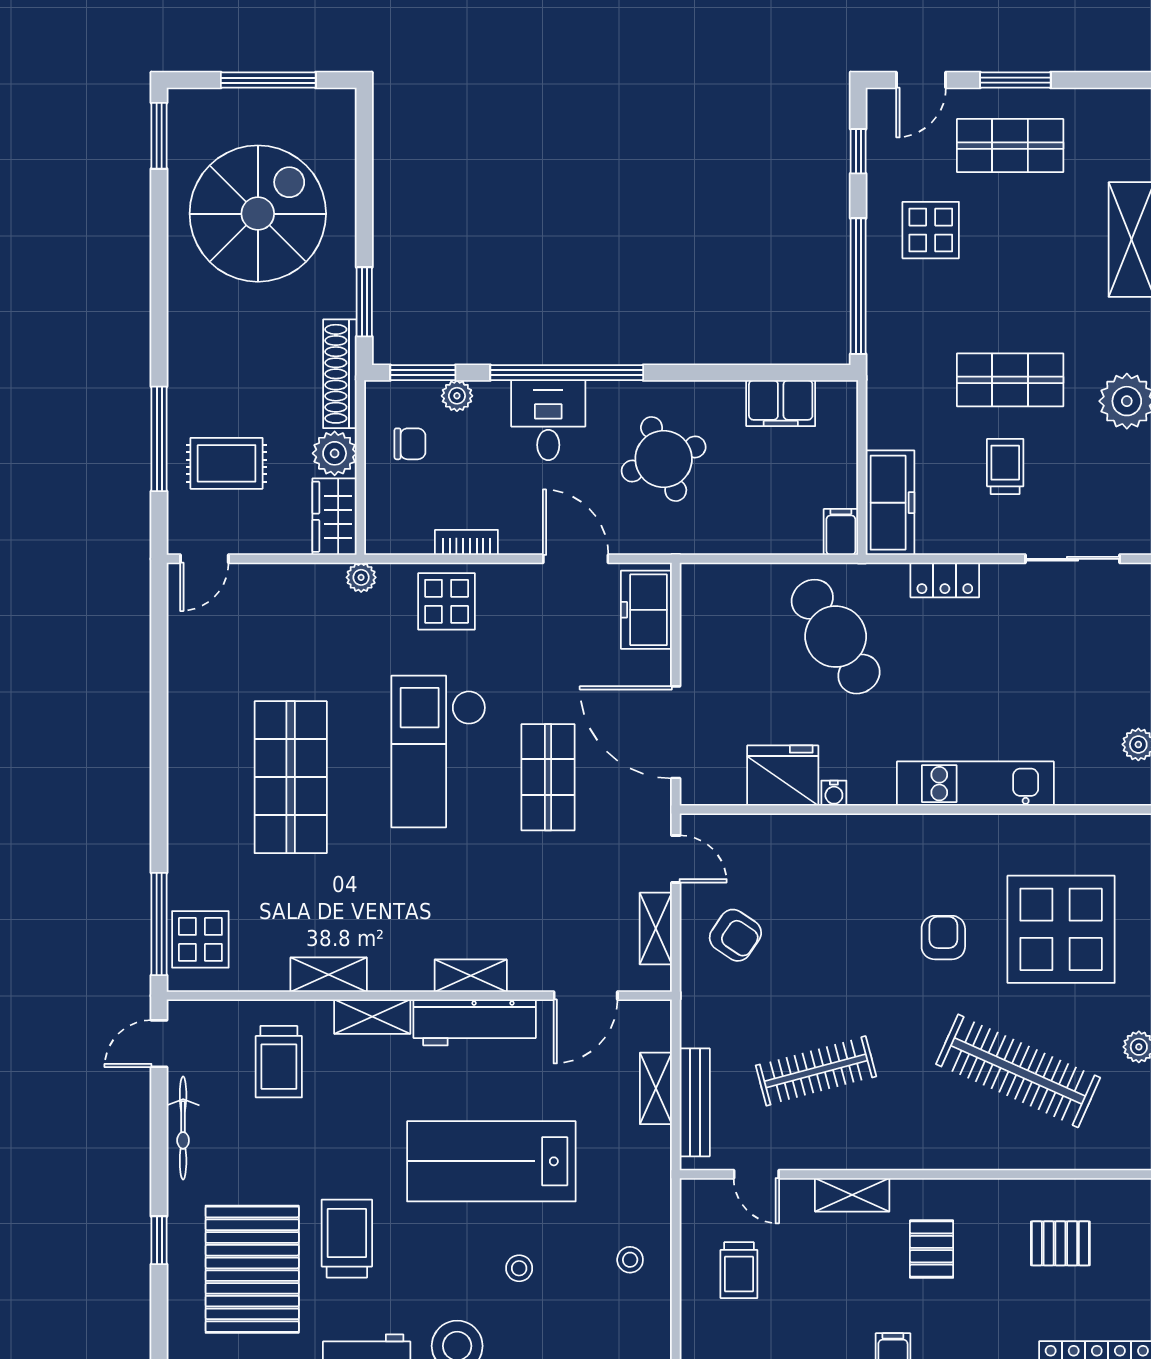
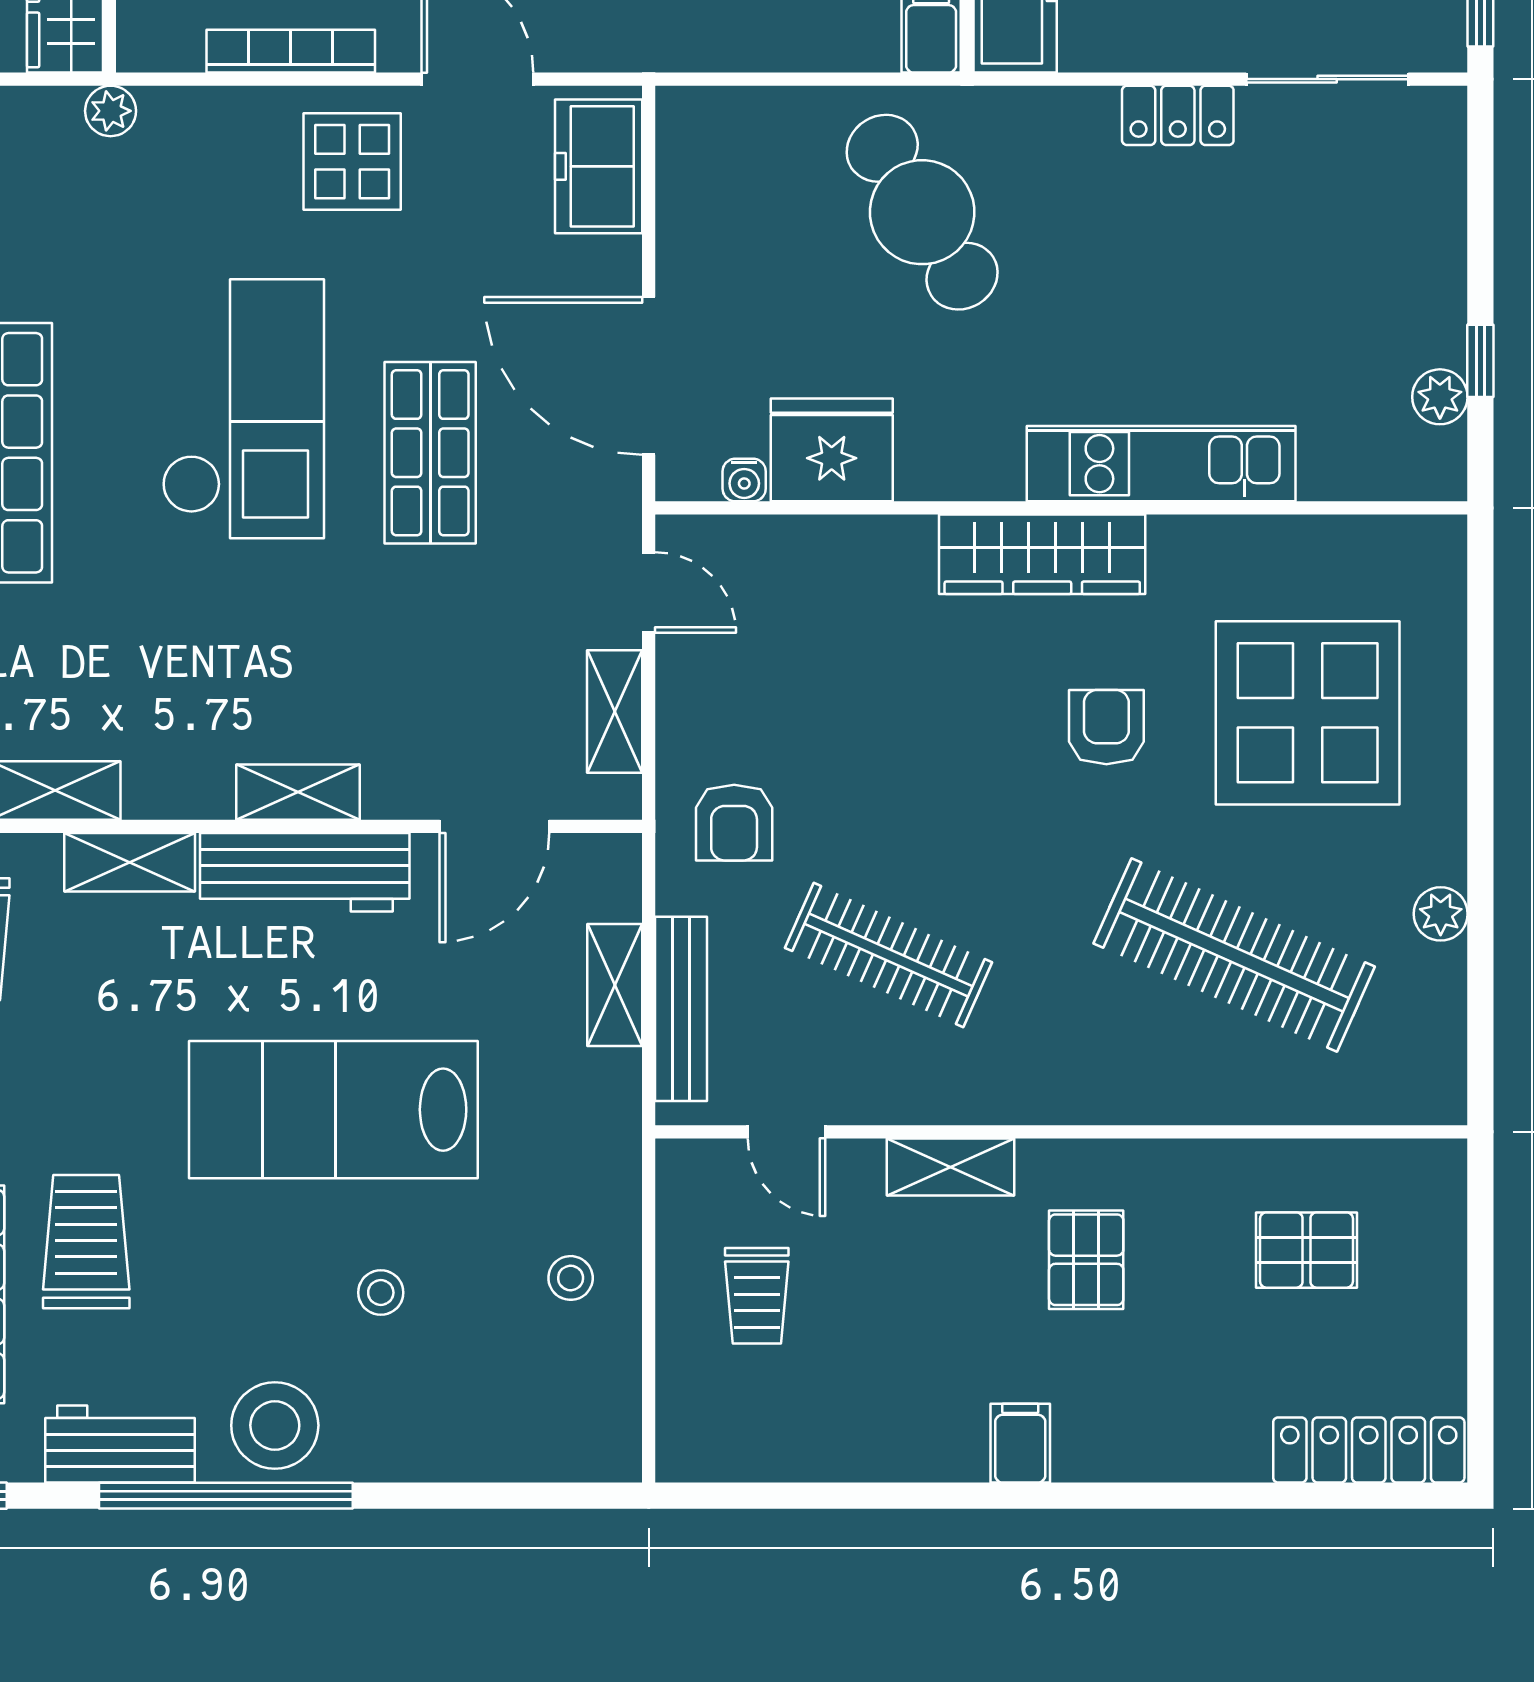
bookcase: (466, 542) -> (291, 51), width x1.56
locker: (945, 580) -> (1178, 115), moved
display table: (447, 601) -> (352, 162), moved
checkout: (439, 752) -> (243, 409), turned 180
water cooler: (834, 793) -> (744, 480), moved
wardrobe: (906, 837) -> (1042, 554), added
armchair: (735, 935) -> (734, 823), moved, turned 56
clothes rail: (816, 1071) -> (888, 955), turned 39

